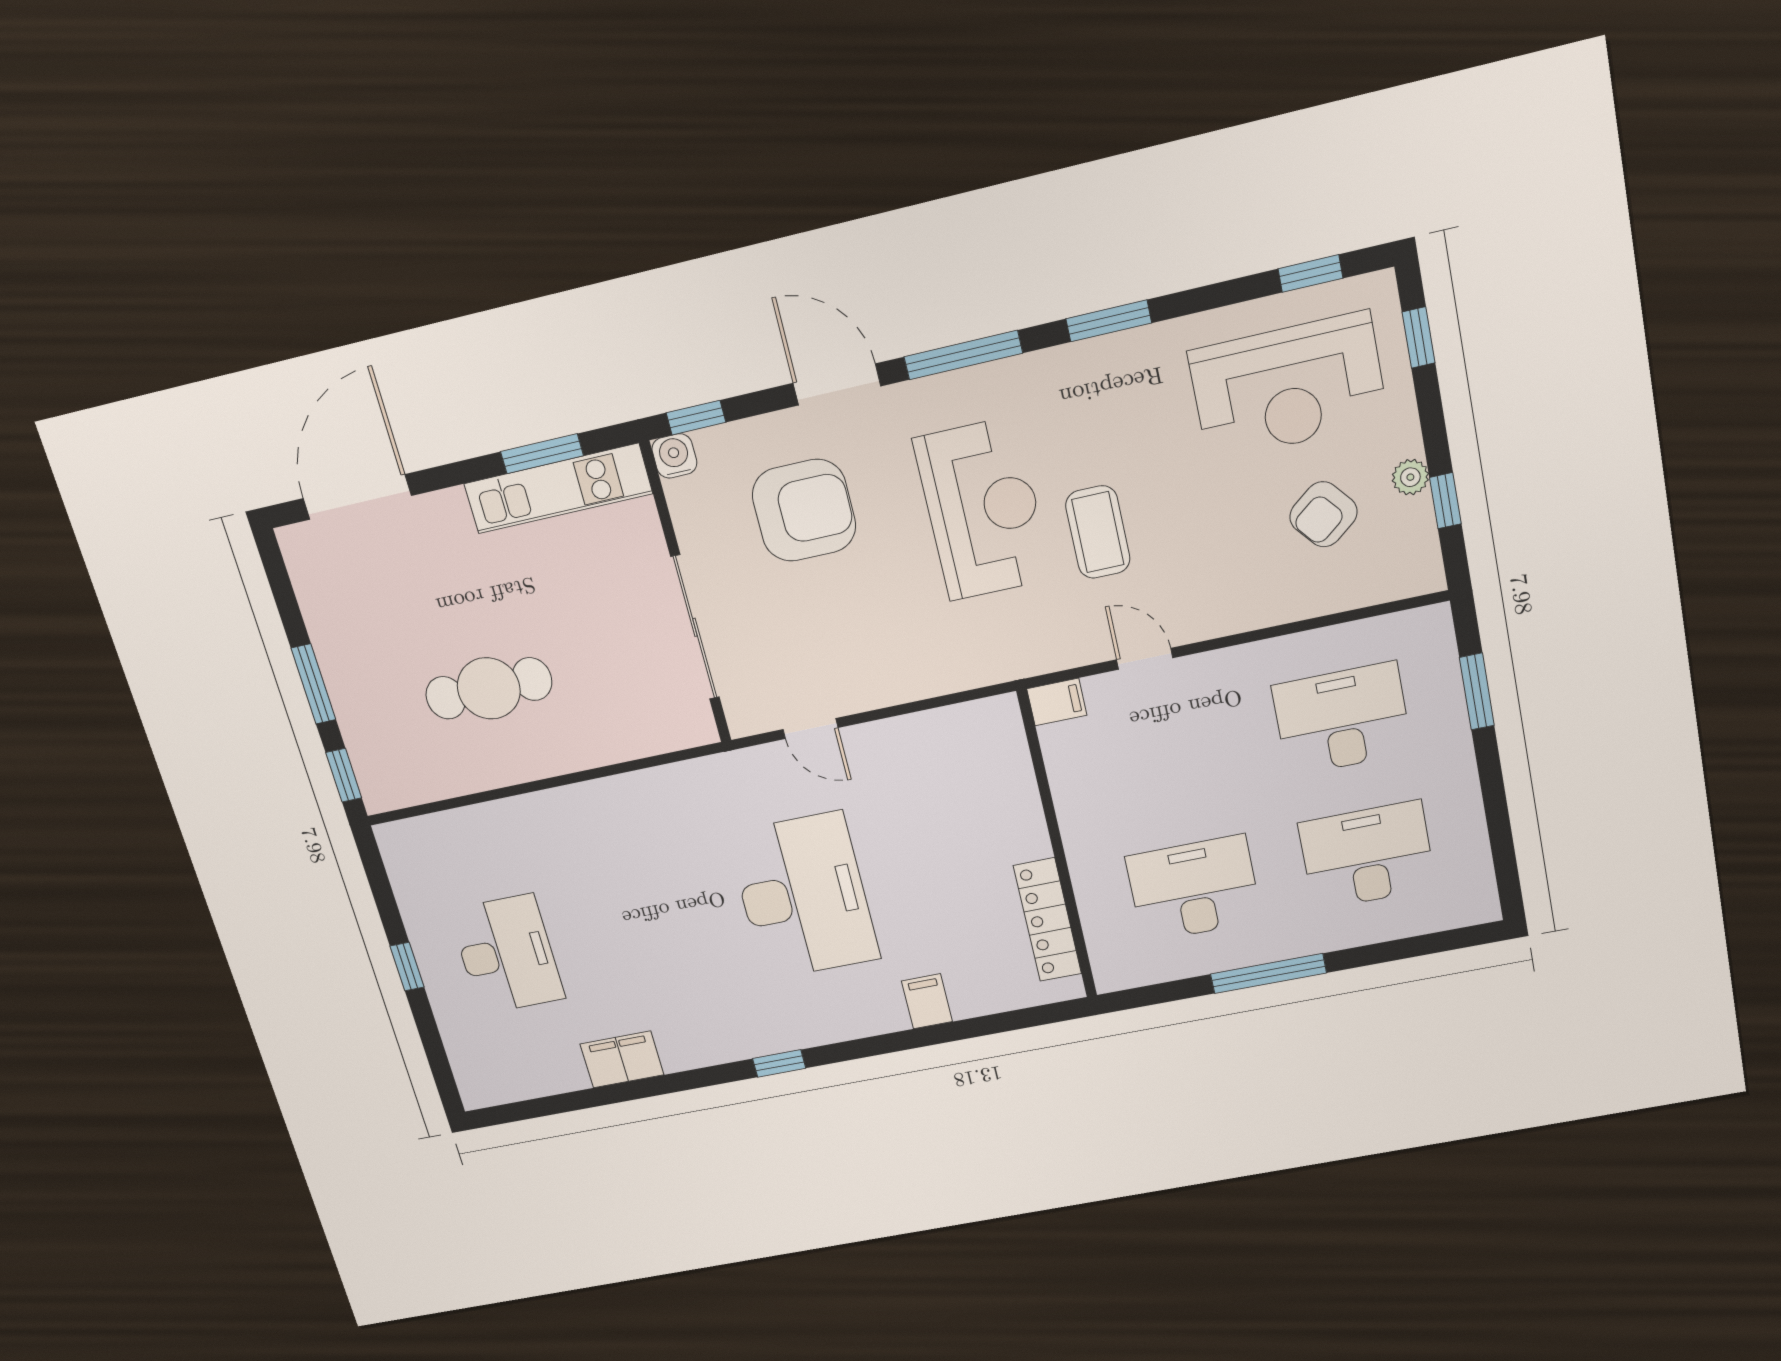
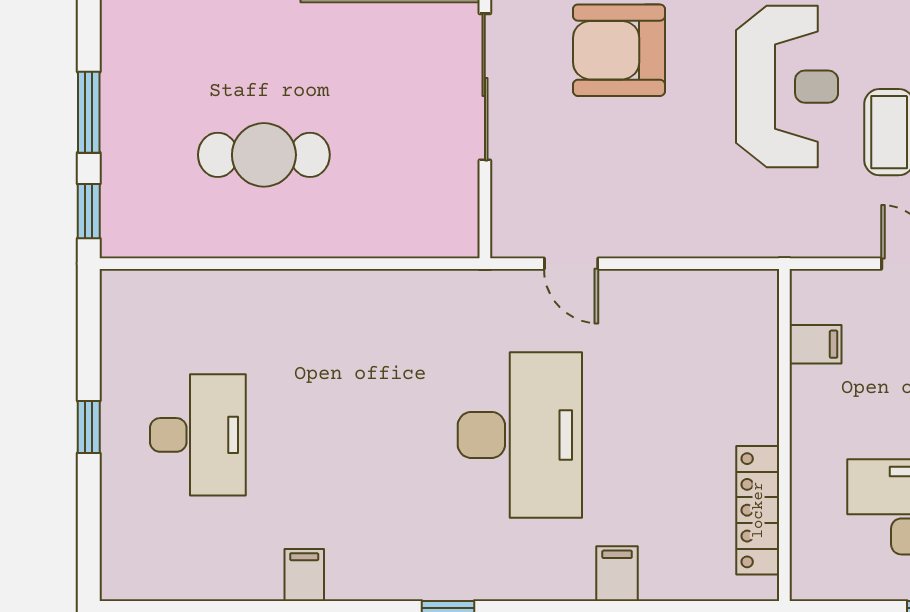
armchair: (804, 510) -> (619, 50), turned 180
sliding door: (695, 627) -> (485, 87), moved
filing cabinet: (1057, 702) -> (815, 344), moved
filing cabinet: (622, 1059) -> (304, 575), width x0.50

